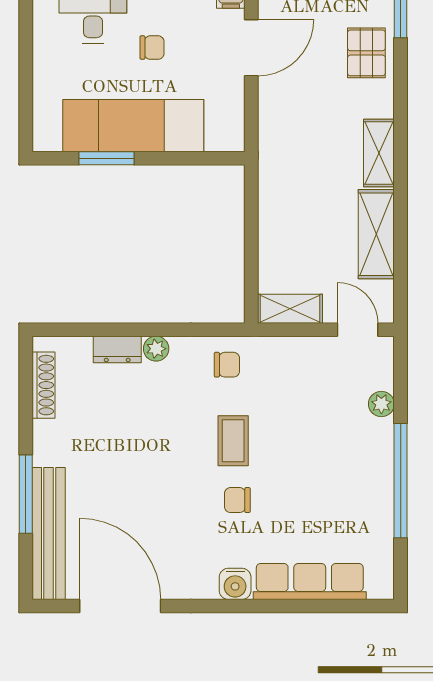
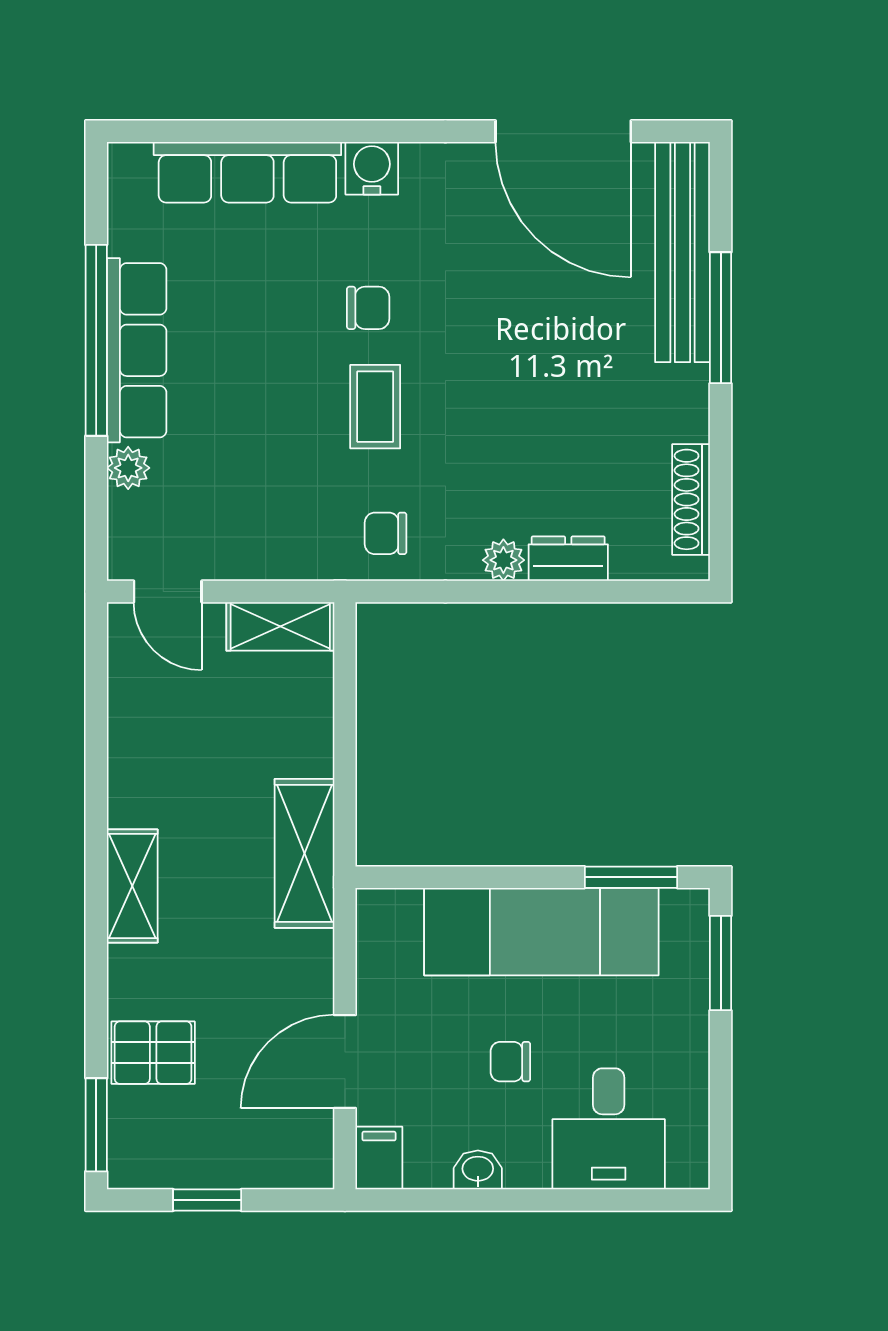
pallet: (366, 53) -> (153, 1053), turned 90
window: (26, 107) -> (721, 963), added
window: (106, 158) -> (631, 877), moved
shelving: (376, 234) -> (304, 853), moved
row of seats: (376, 475) -> (137, 350), added

